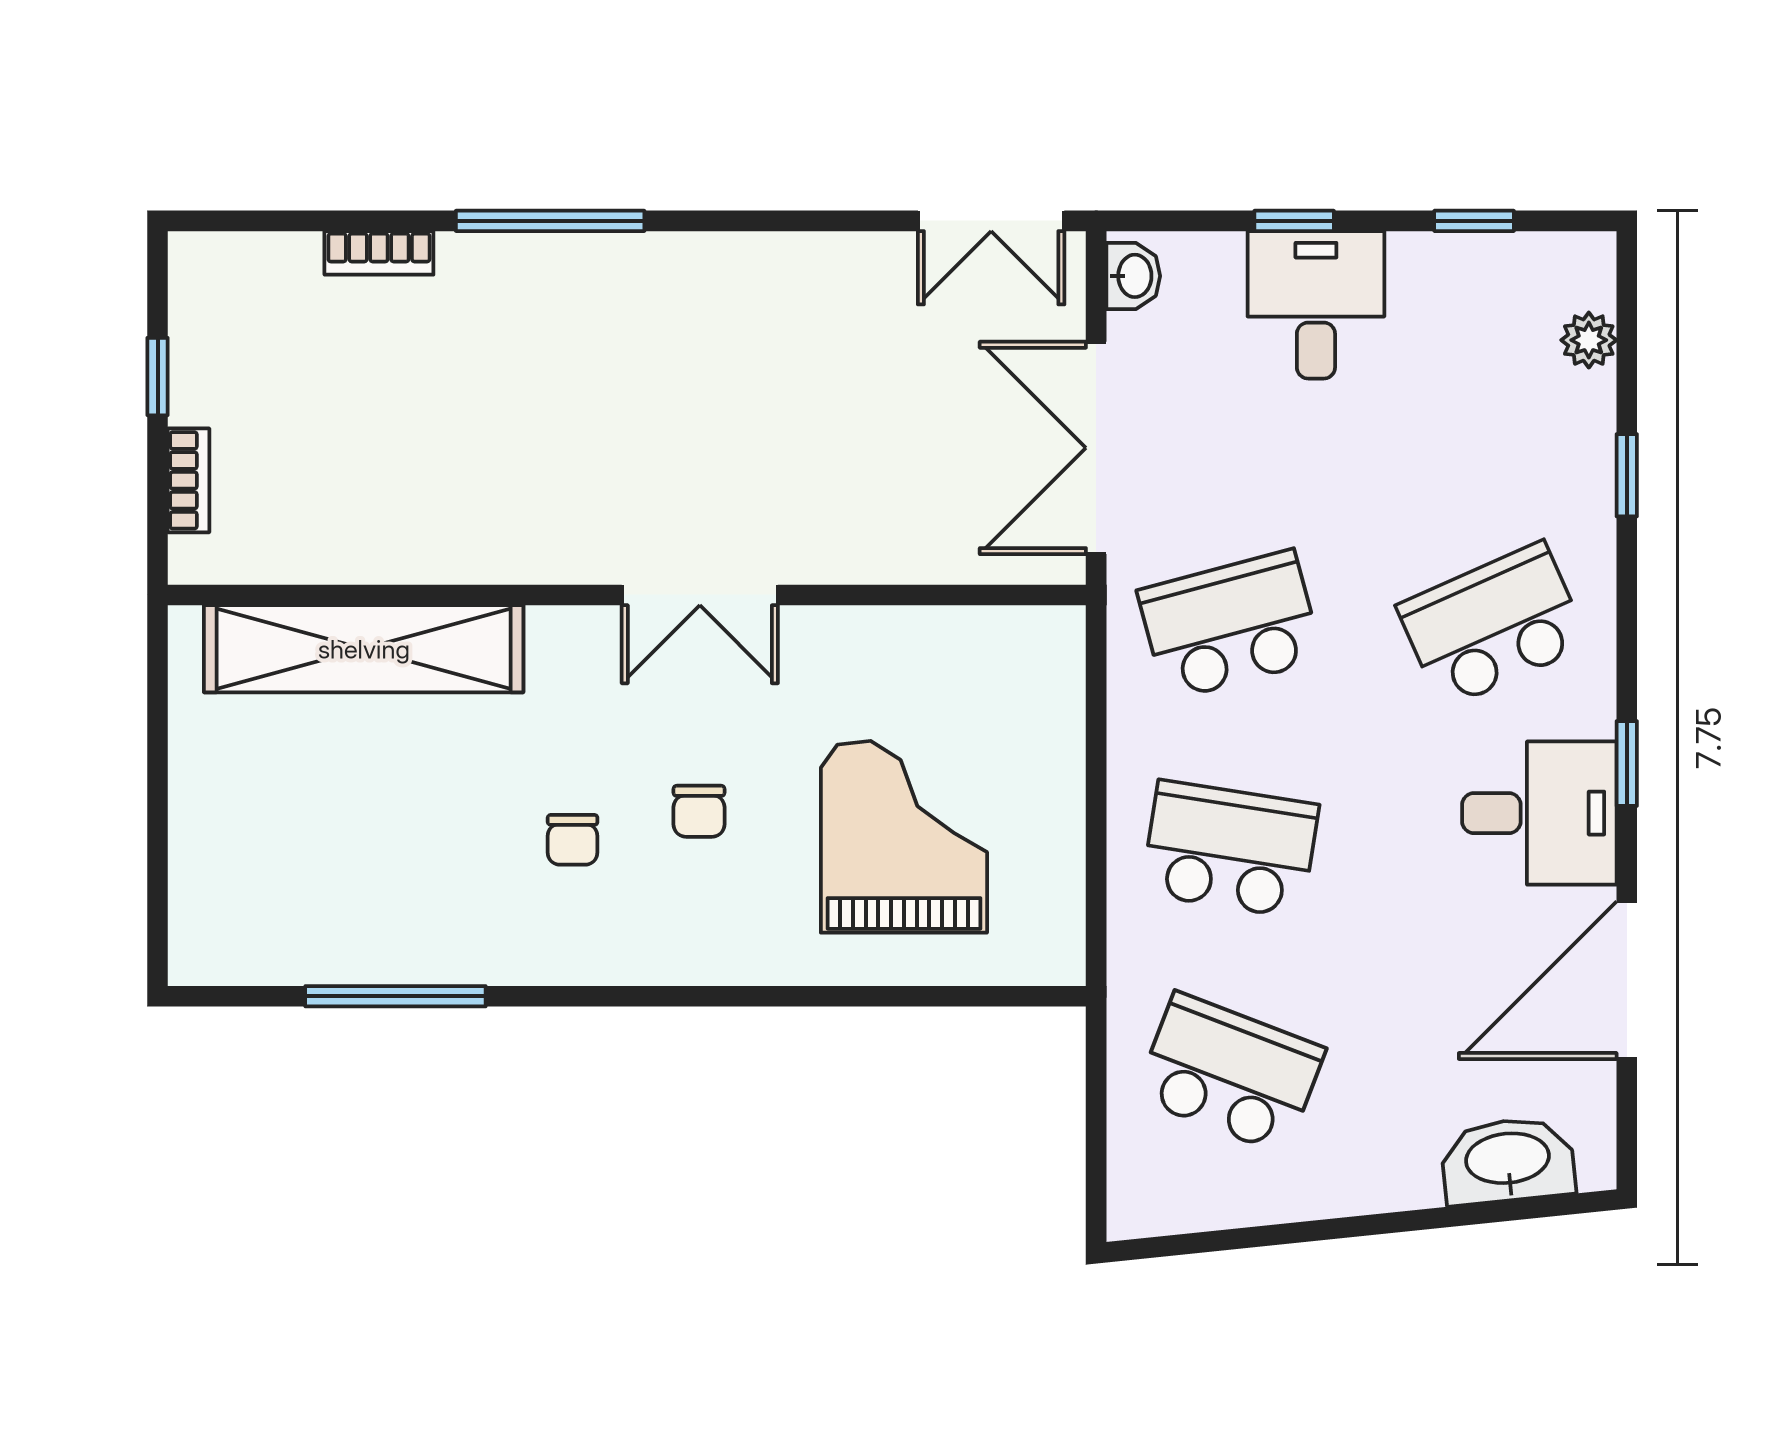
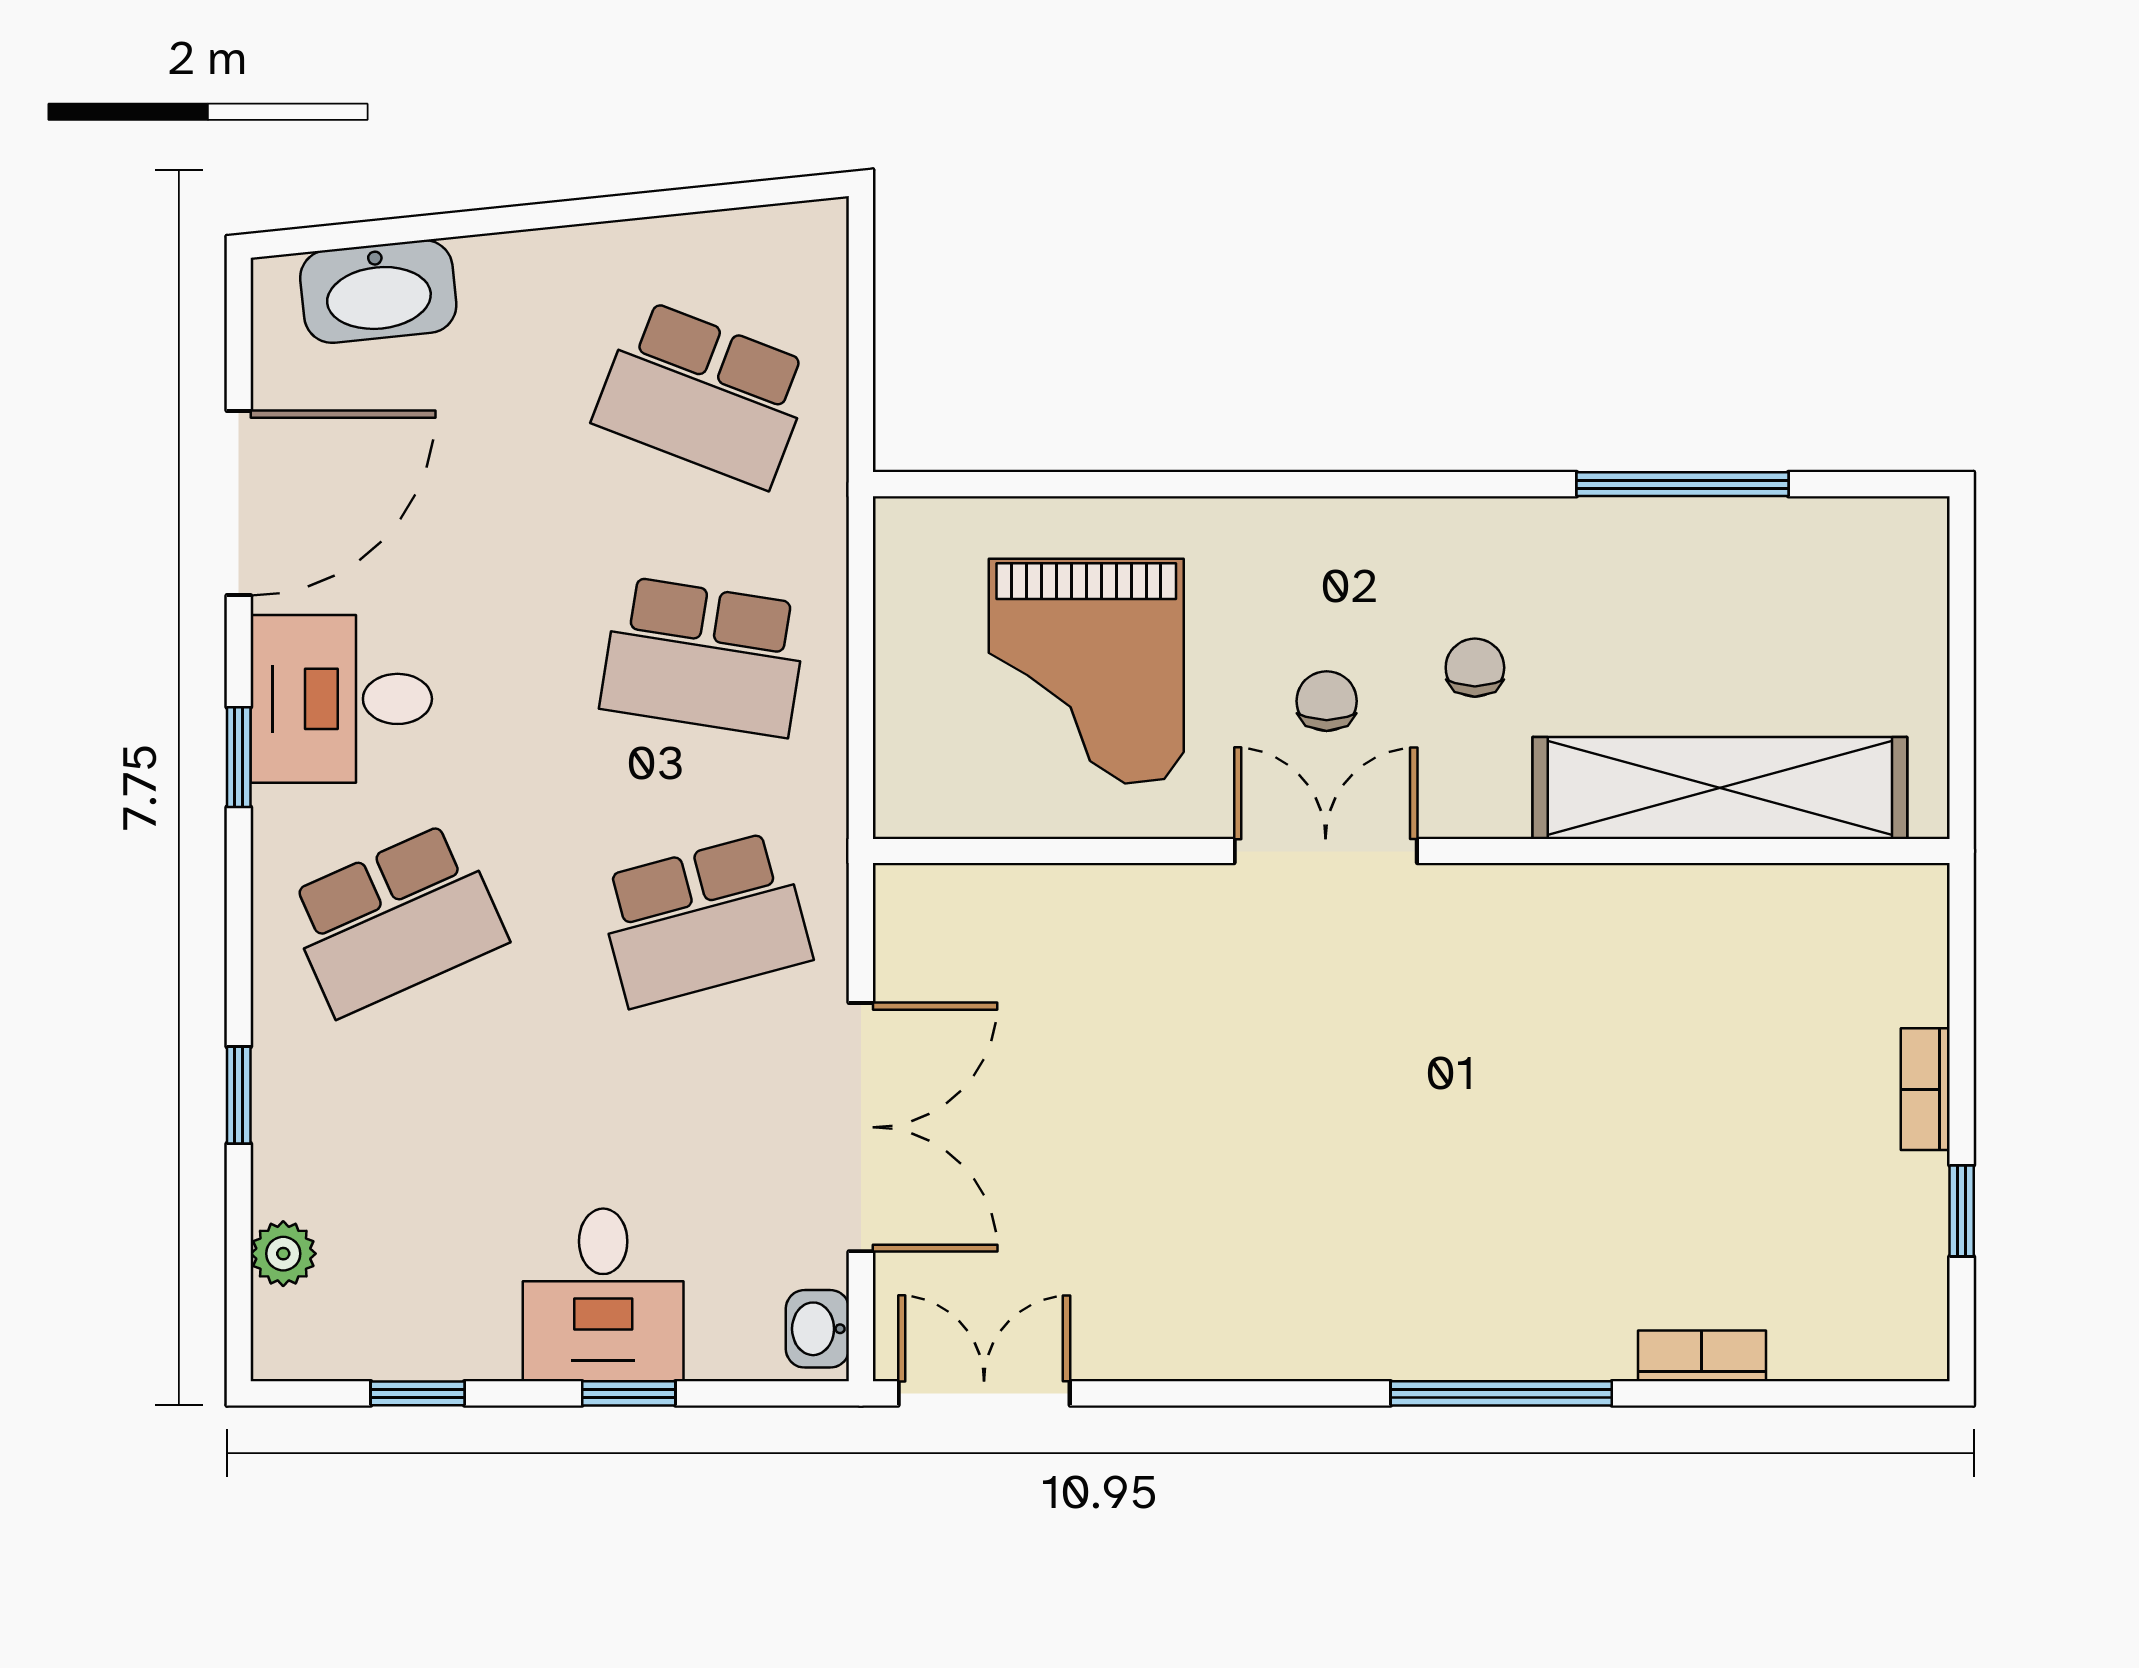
wall: (627, 595) -> (1411, 851), moved
double door: (700, 595) -> (1326, 851), moved
shelving: (364, 649) -> (1720, 788), moved

